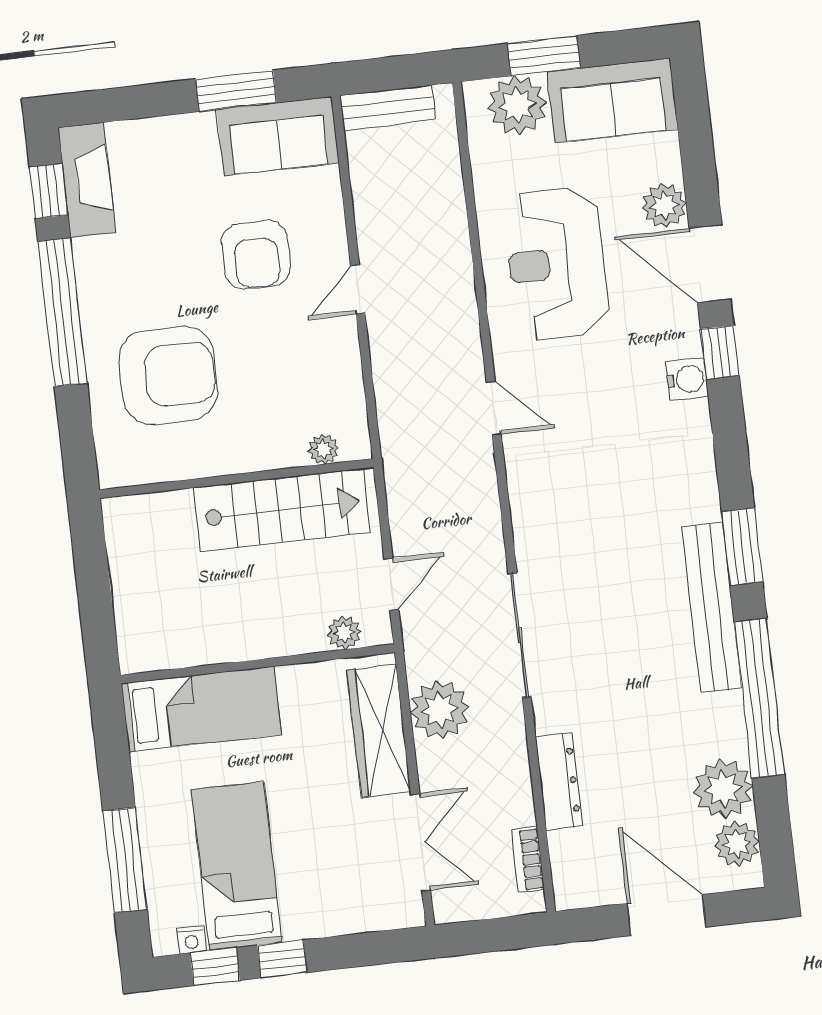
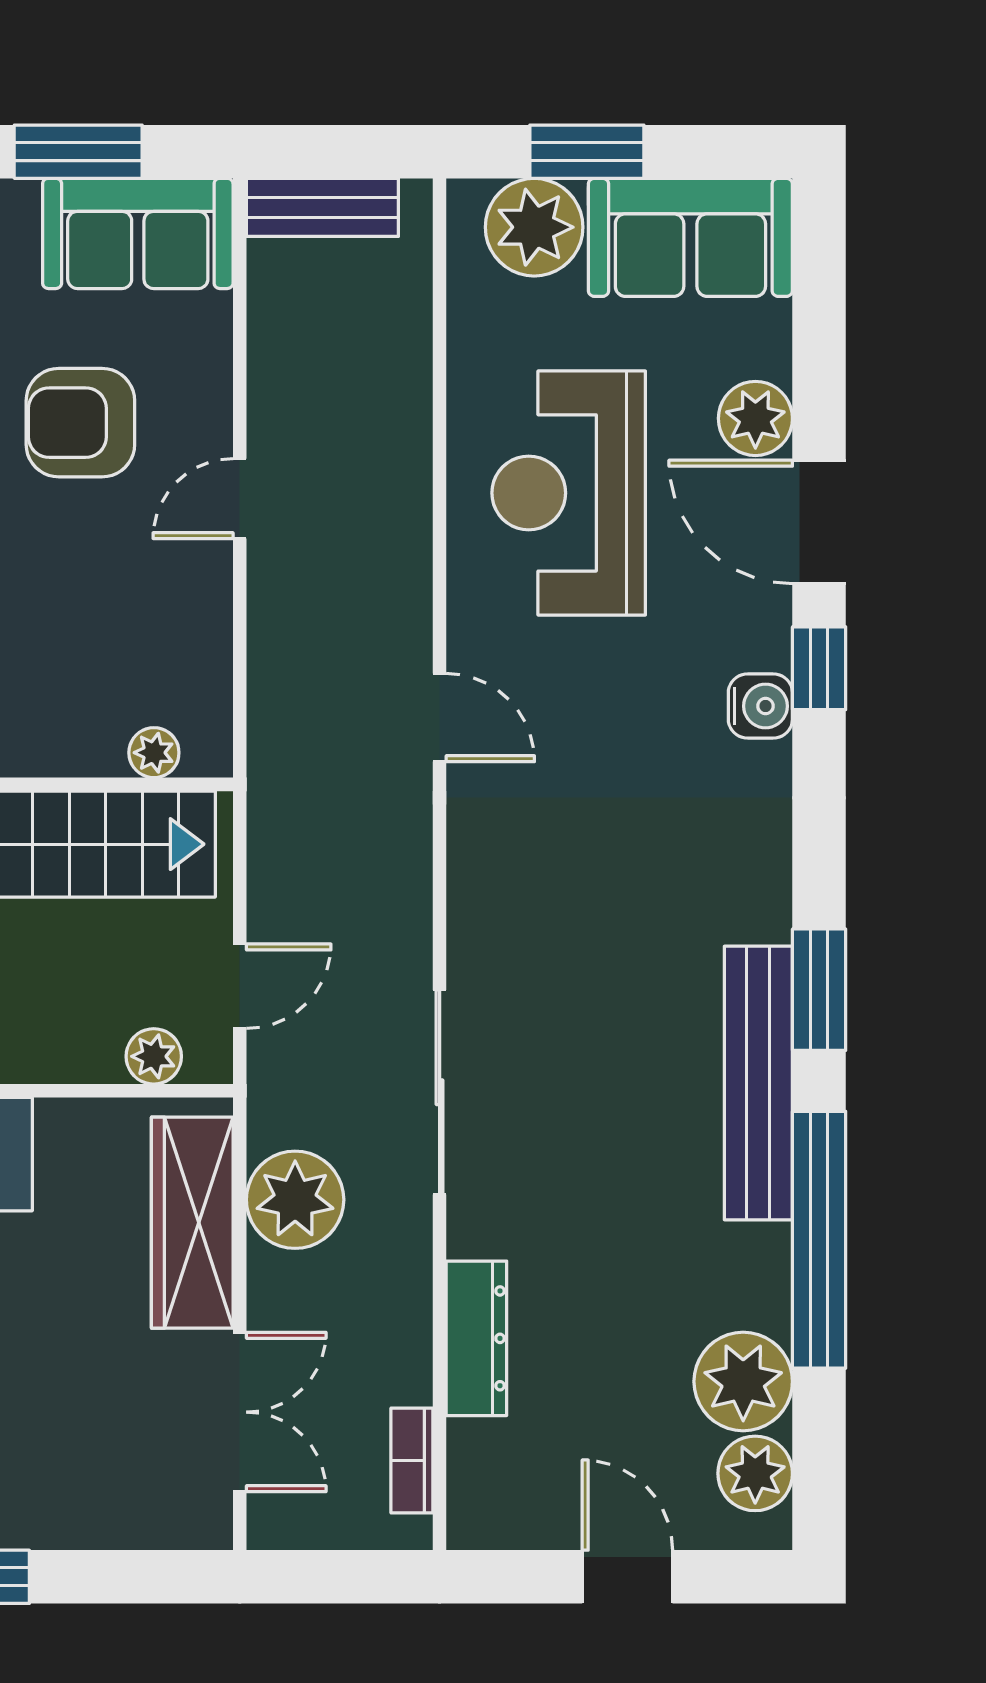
armchair: (256, 255) -> (80, 423), turned 90
door: (667, 915) -> (627, 1577), width x0.73

